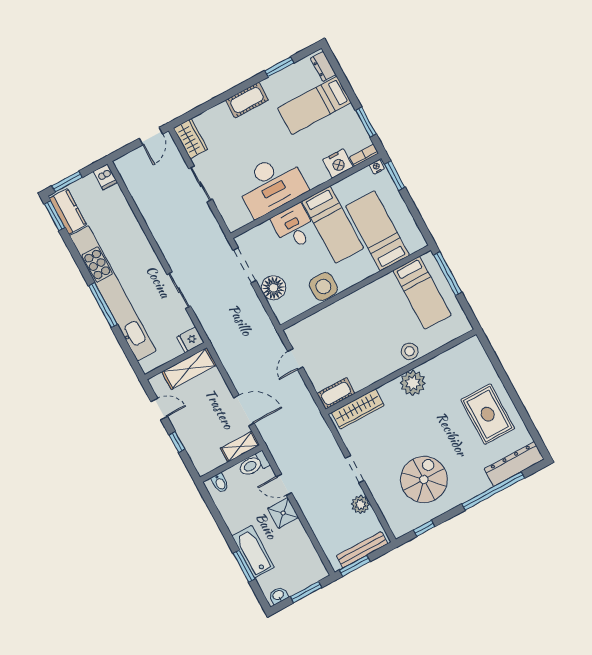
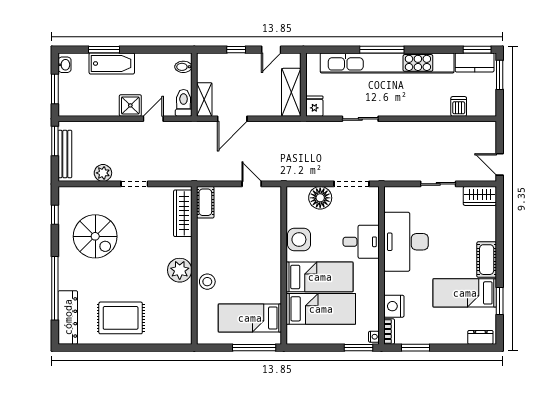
bed: (314, 105) -> (465, 293), moved, turned -90
dishwasher: (105, 177) -> (459, 106), moved, turned 90
bed: (333, 225) -> (320, 277), moved, turned 180

